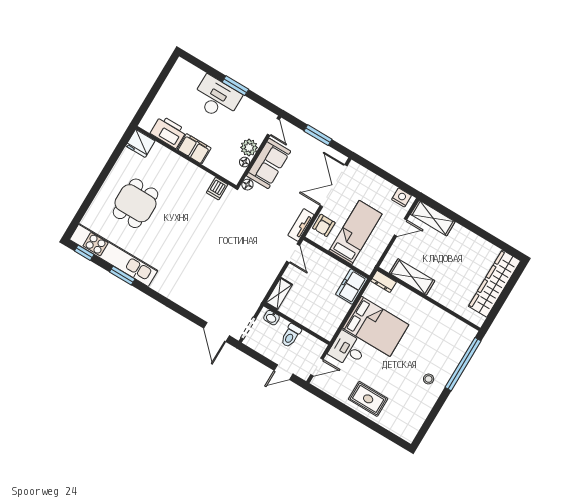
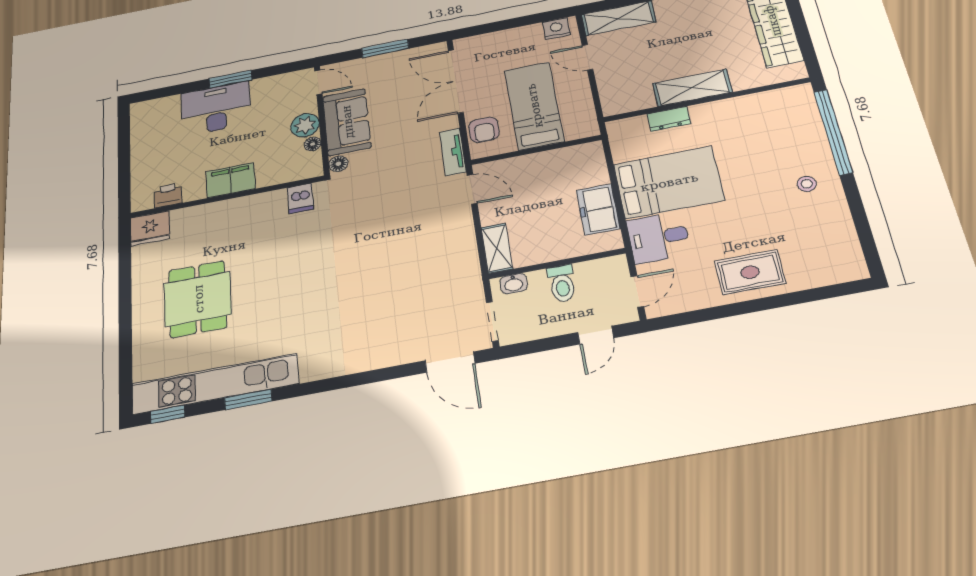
printer: (168, 132) -> (168, 195), width x0.53, depth x0.68
door: (400, 227) -> (587, 57), swing flipped
shelving: (412, 277) -> (692, 88), moved
dresser: (383, 281) -> (669, 119), moved
freezer: (352, 286) -> (598, 209), moved

